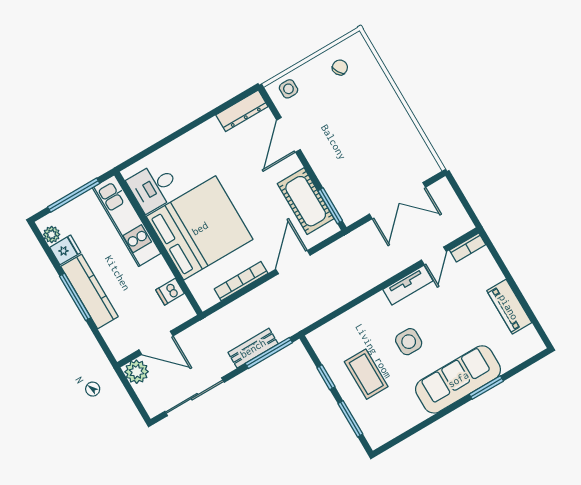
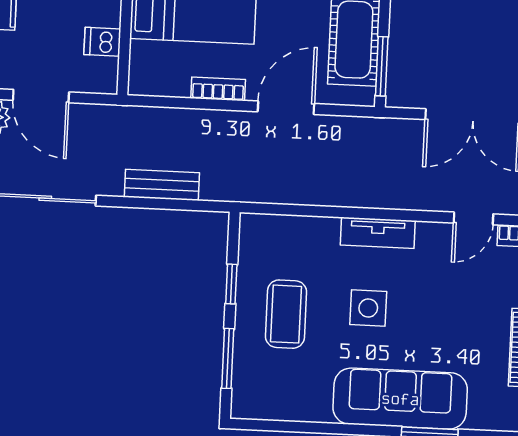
bookcase: (241, 281) -> (218, 89), width x0.64
tv unit: (408, 285) -> (378, 233), moved
window: (269, 353) -> (178, 205), removed

